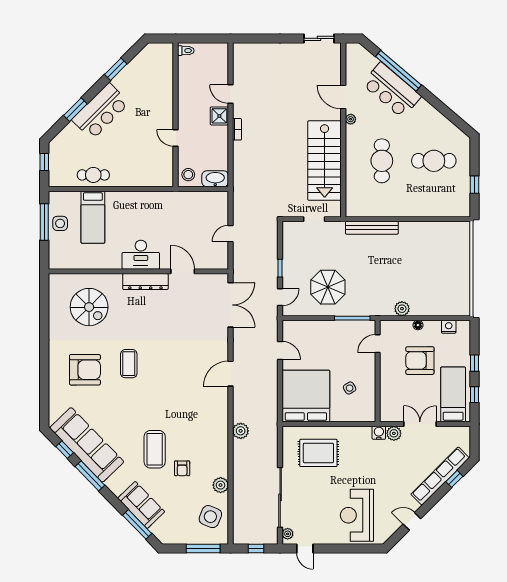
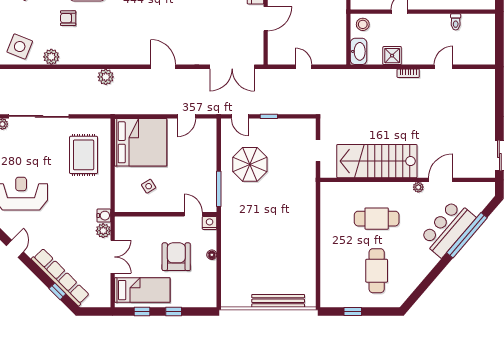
toilet: (186, 51) -> (456, 22), moved
shower: (219, 116) -> (392, 56), moved
bench: (372, 228) -> (278, 301), moved, turned 90
plant: (402, 309) -> (228, 239), removed
nightstand: (449, 327) -> (210, 223), moved, turned -90

